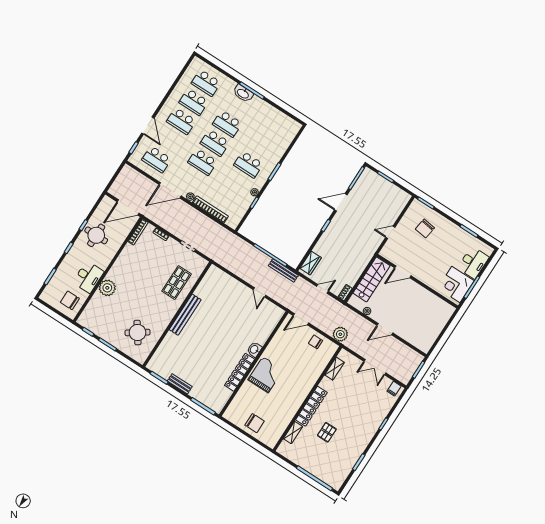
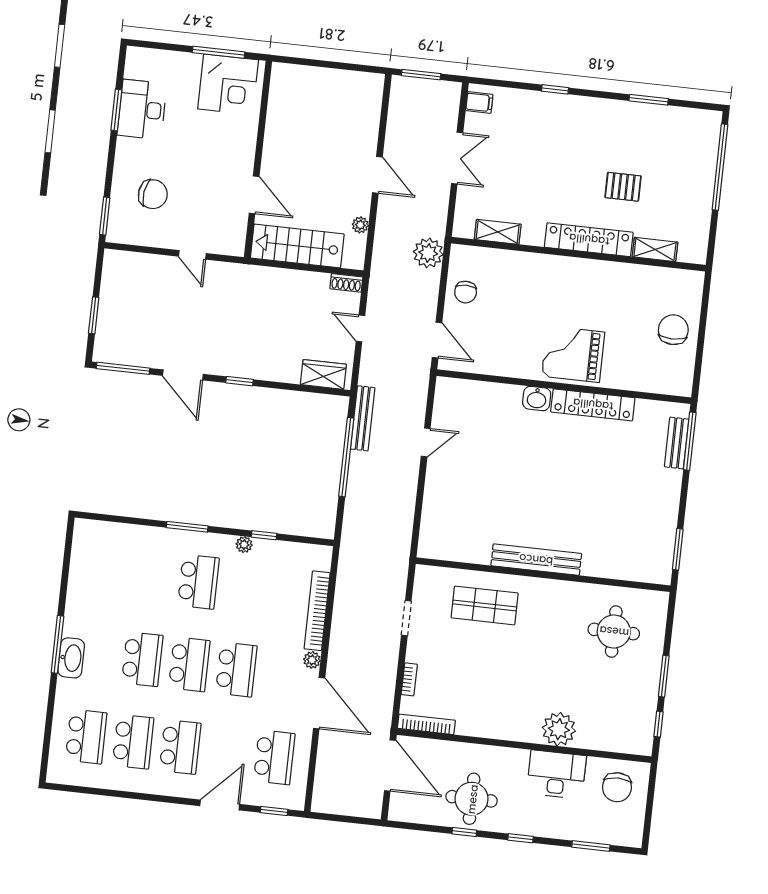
desk: (473, 263) -> (142, 109), moved, turned -90
round table: (138, 333) -> (614, 632), turned 35
bench: (180, 384) -> (677, 443), moved

